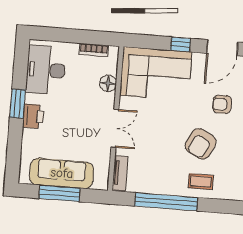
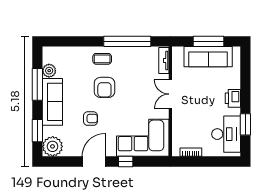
floor lamp: (108, 83) -> (178, 128), removed
window: (18, 104) -> (245, 124), moved
armchair: (201, 144) -> (104, 87), turned 152

